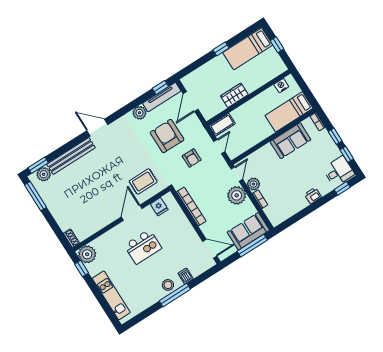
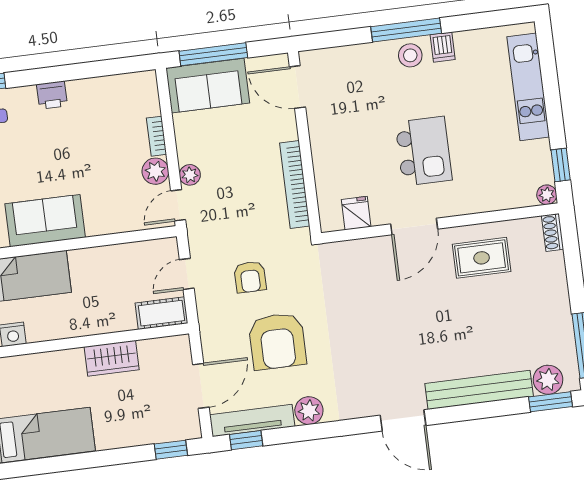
window: (221, 49) -> (171, 450), moved
armchair: (192, 158) -> (250, 277), turned 180
rug: (143, 181) -> (482, 258), moved
plant: (237, 195) -> (190, 175), width x0.53, depth x0.53
kitchen island: (143, 247) -> (424, 151), turned 90
plant: (87, 254) -> (547, 195), width x0.53, depth x0.53
dishwasher: (186, 276) -> (443, 47), moved

